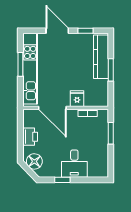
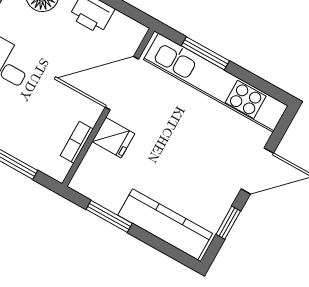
window: (20, 64) -> (205, 53), moved
window: (111, 70) -> (109, 216), moved

